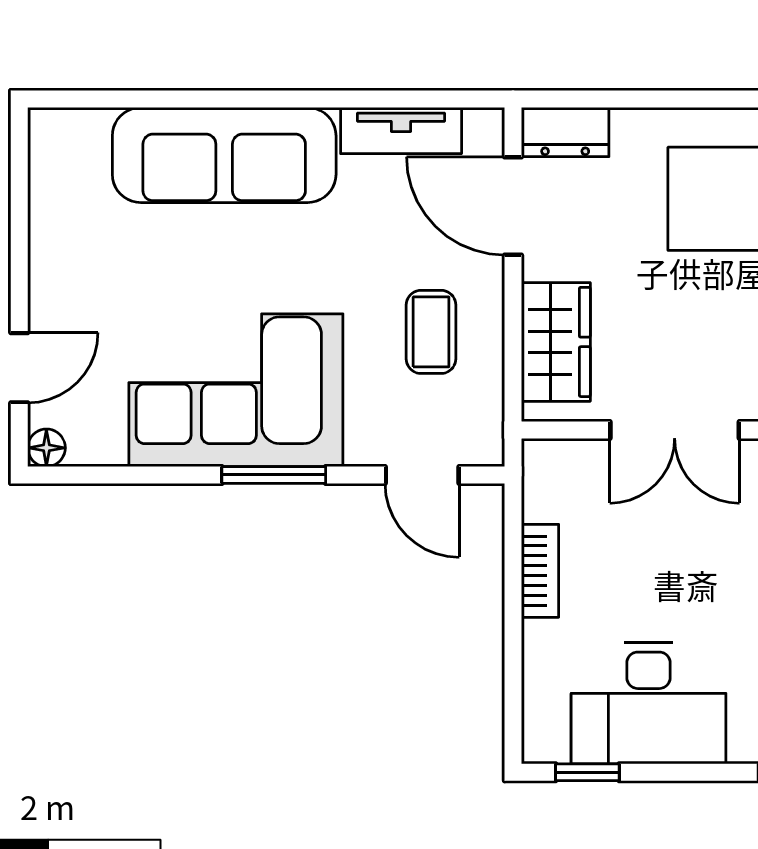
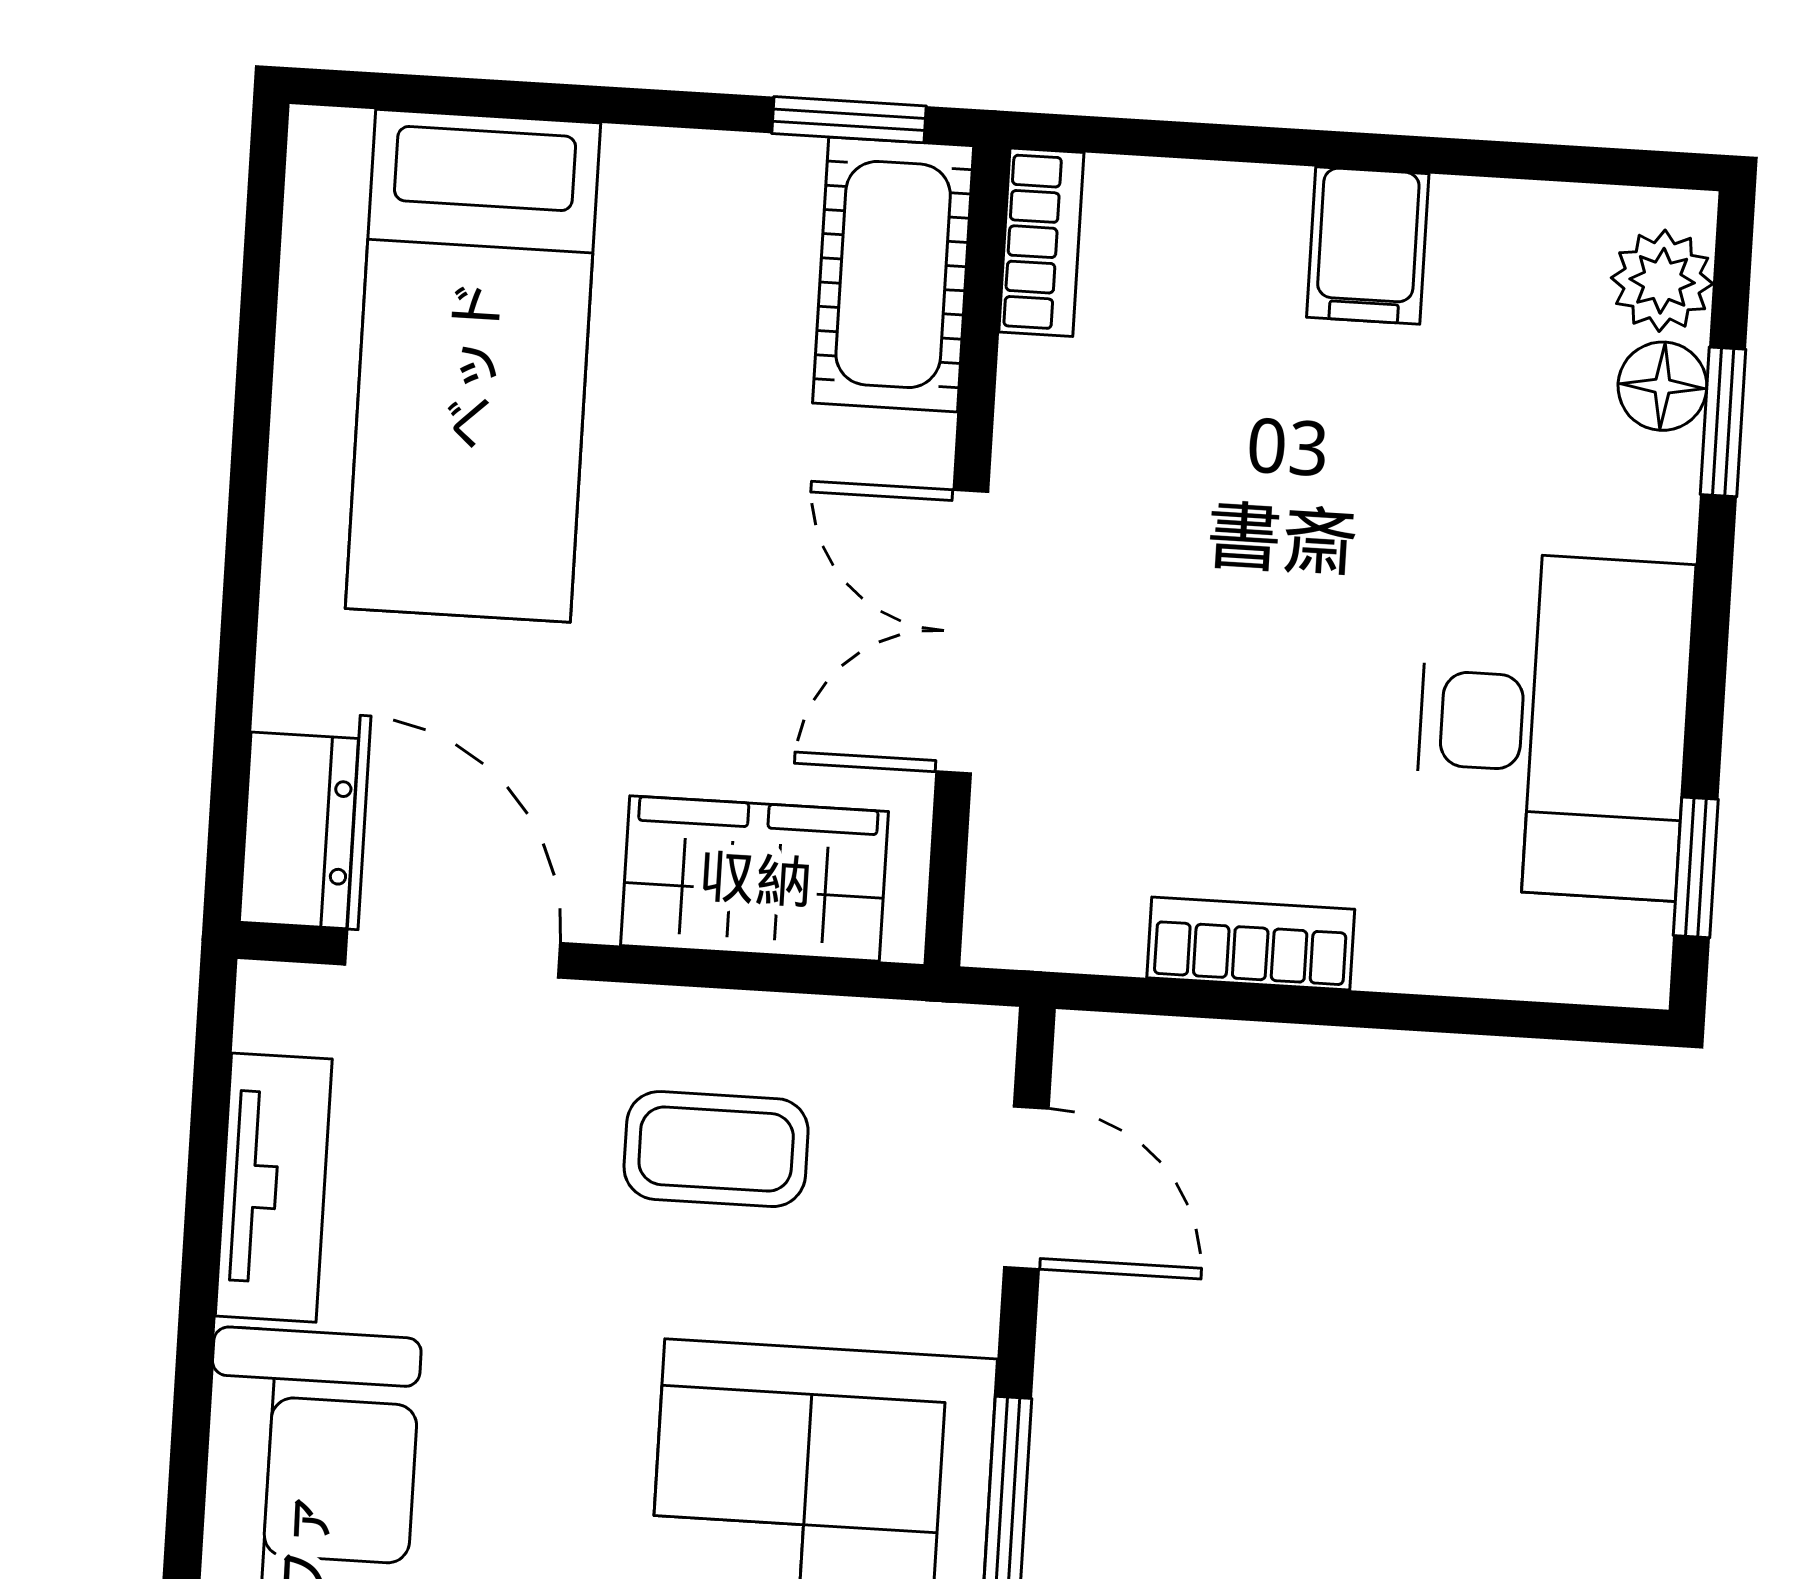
door: (513, 206) -> (453, 954), swing flipped
double door: (675, 430) -> (962, 632), swing flipped
door: (422, 475) -> (1026, 1188), hinge flipped

